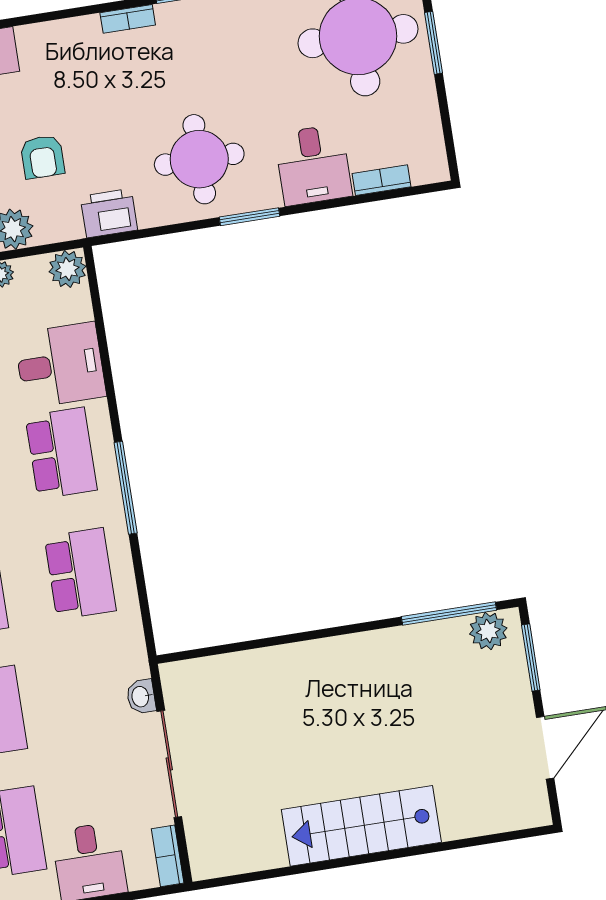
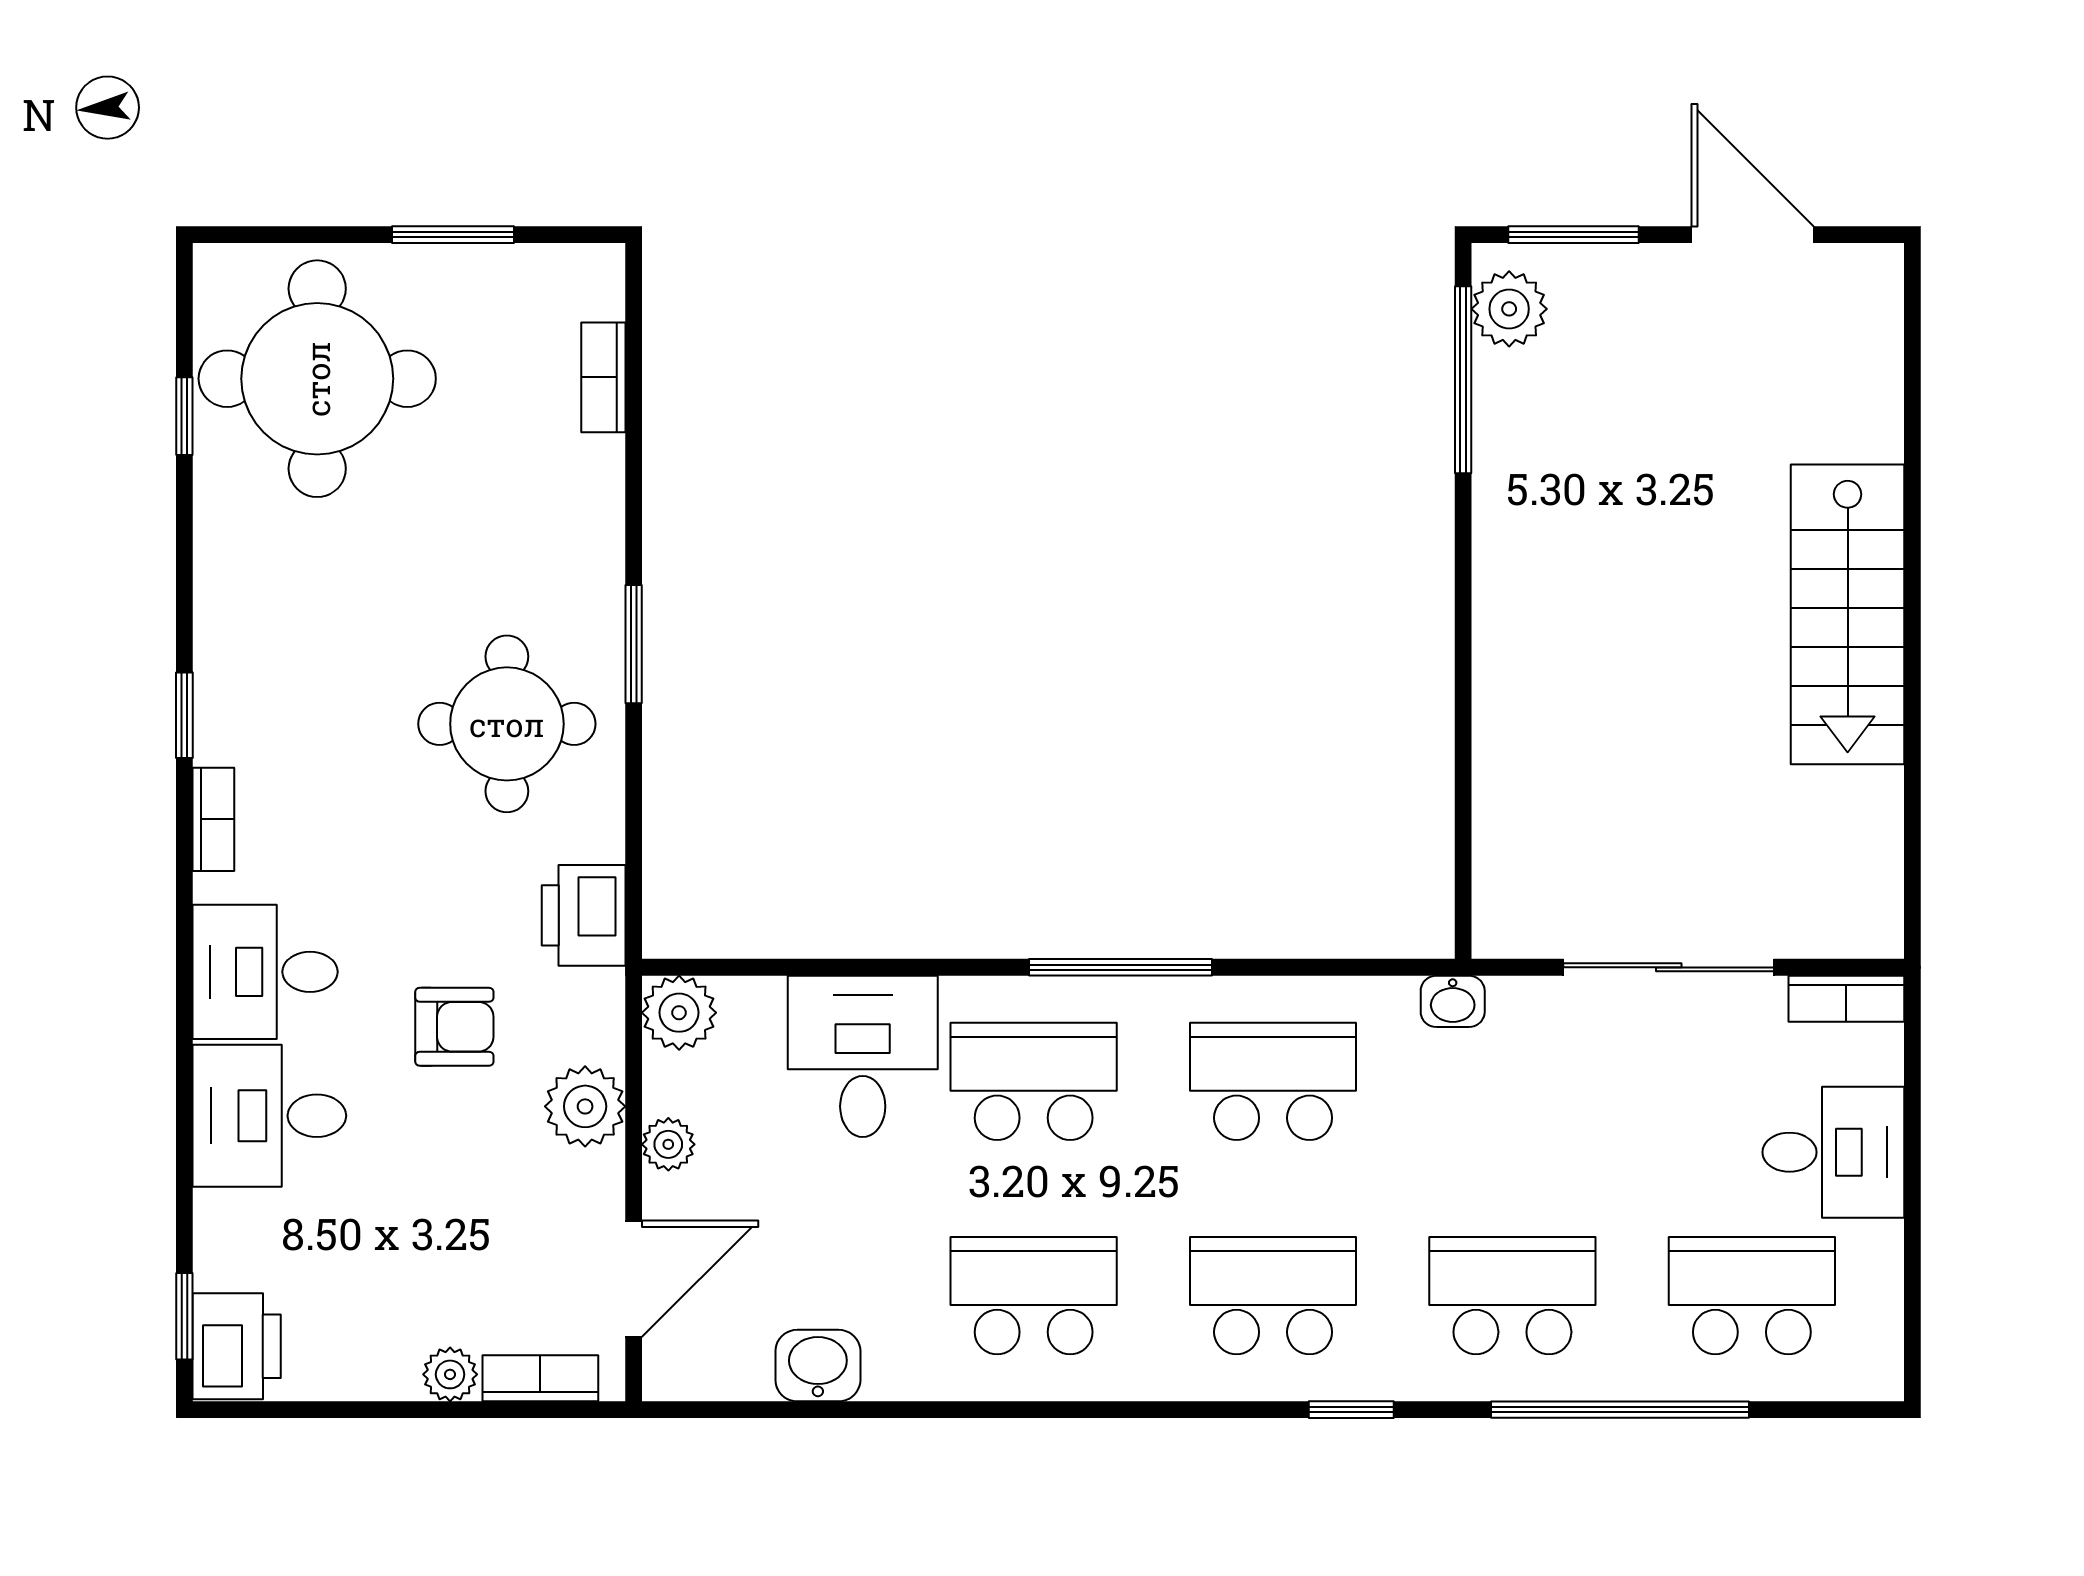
window: (433, 43) -> (453, 235), moved
desk: (313, 165) -> (265, 972), moved, turned 180
washbasin: (141, 697) -> (1453, 1001), moved

